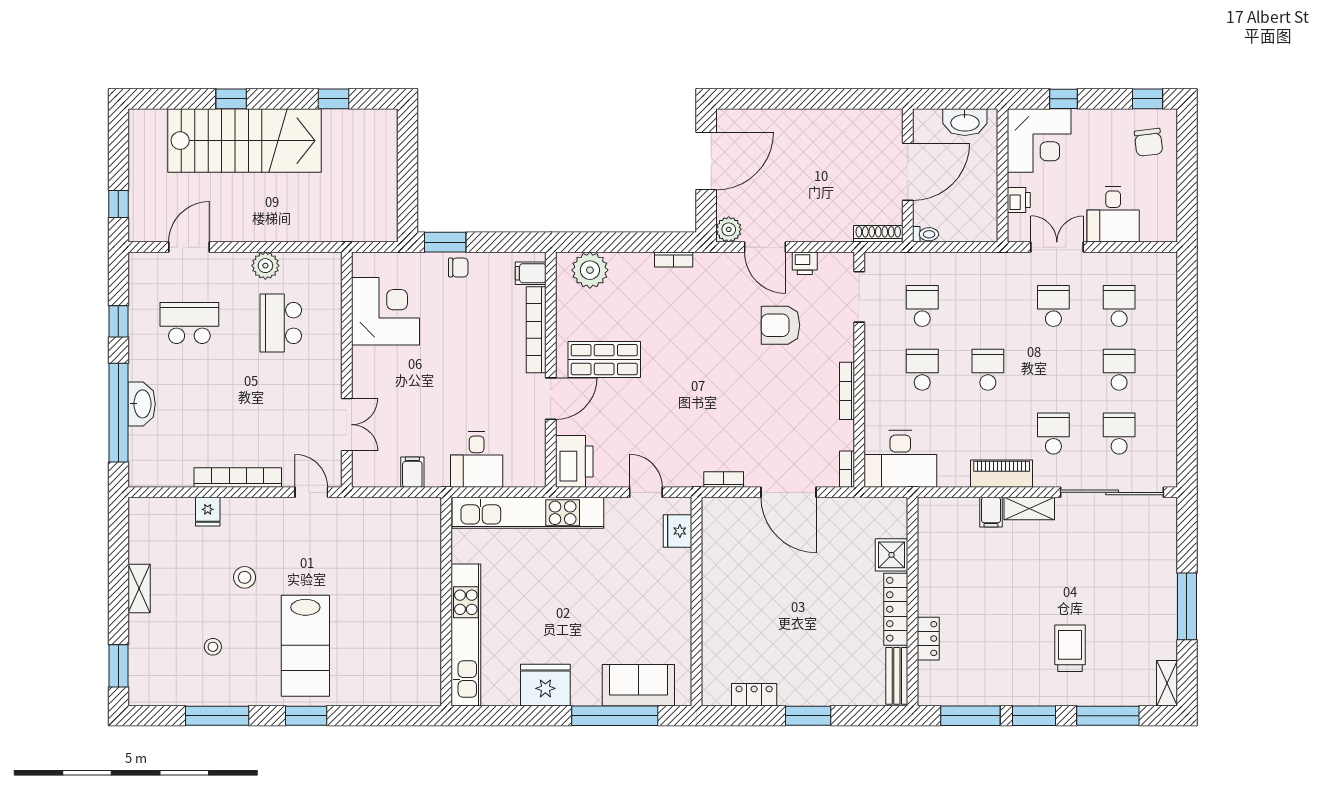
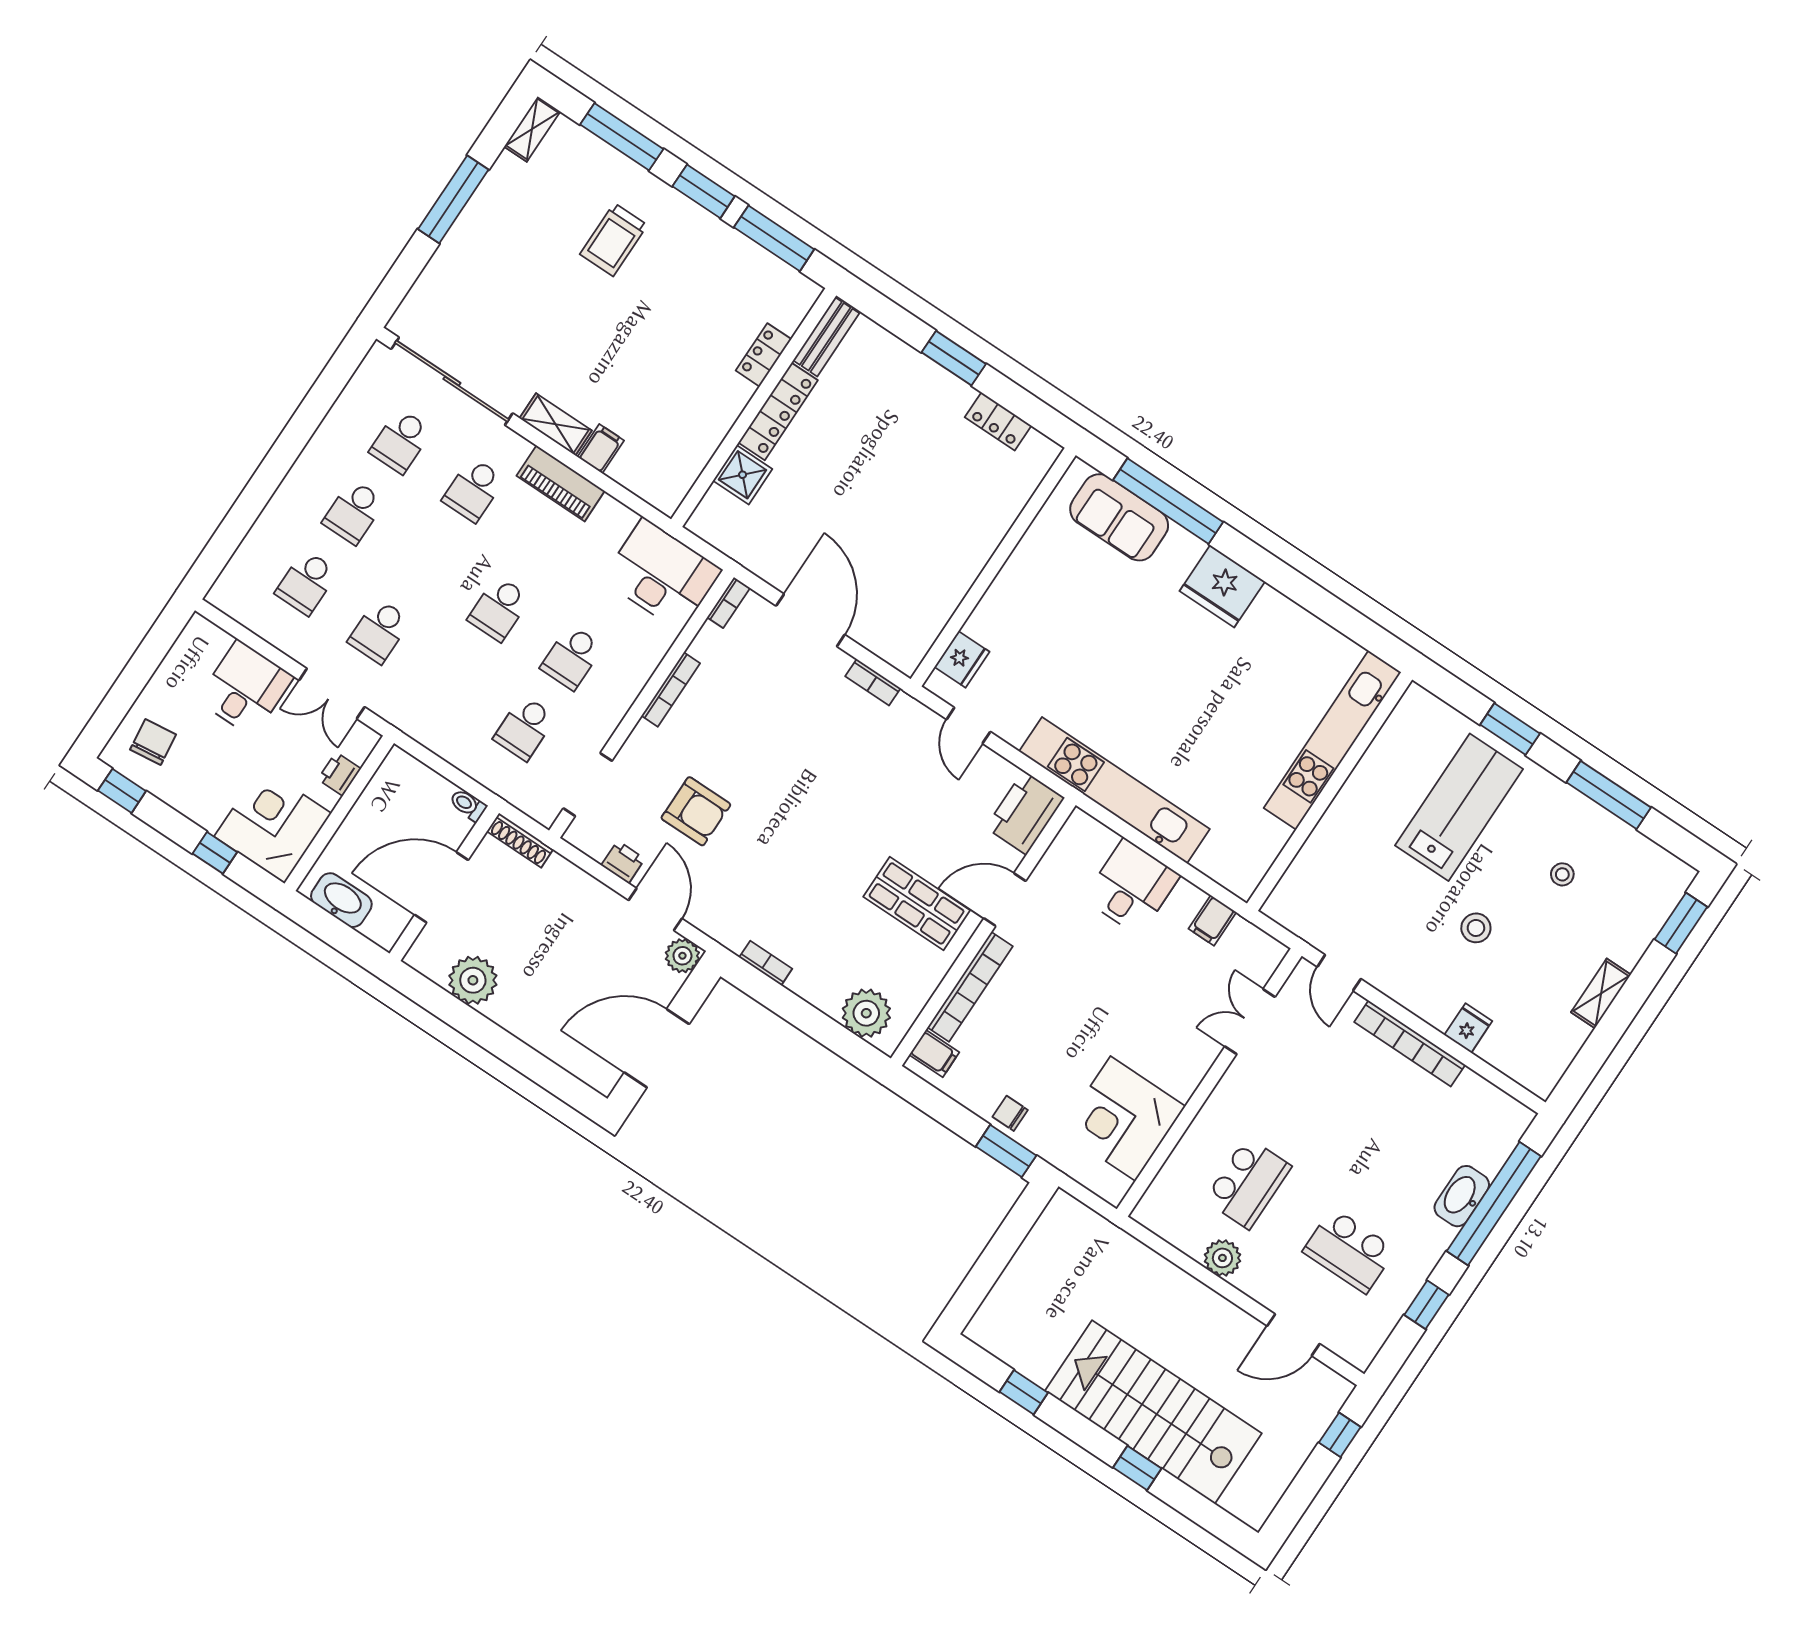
plant: (849, 127) -> (473, 980), added
wall: (446, 602) -> (1330, 791), moved
kitchen unit: (466, 635) -> (1332, 740), moved

